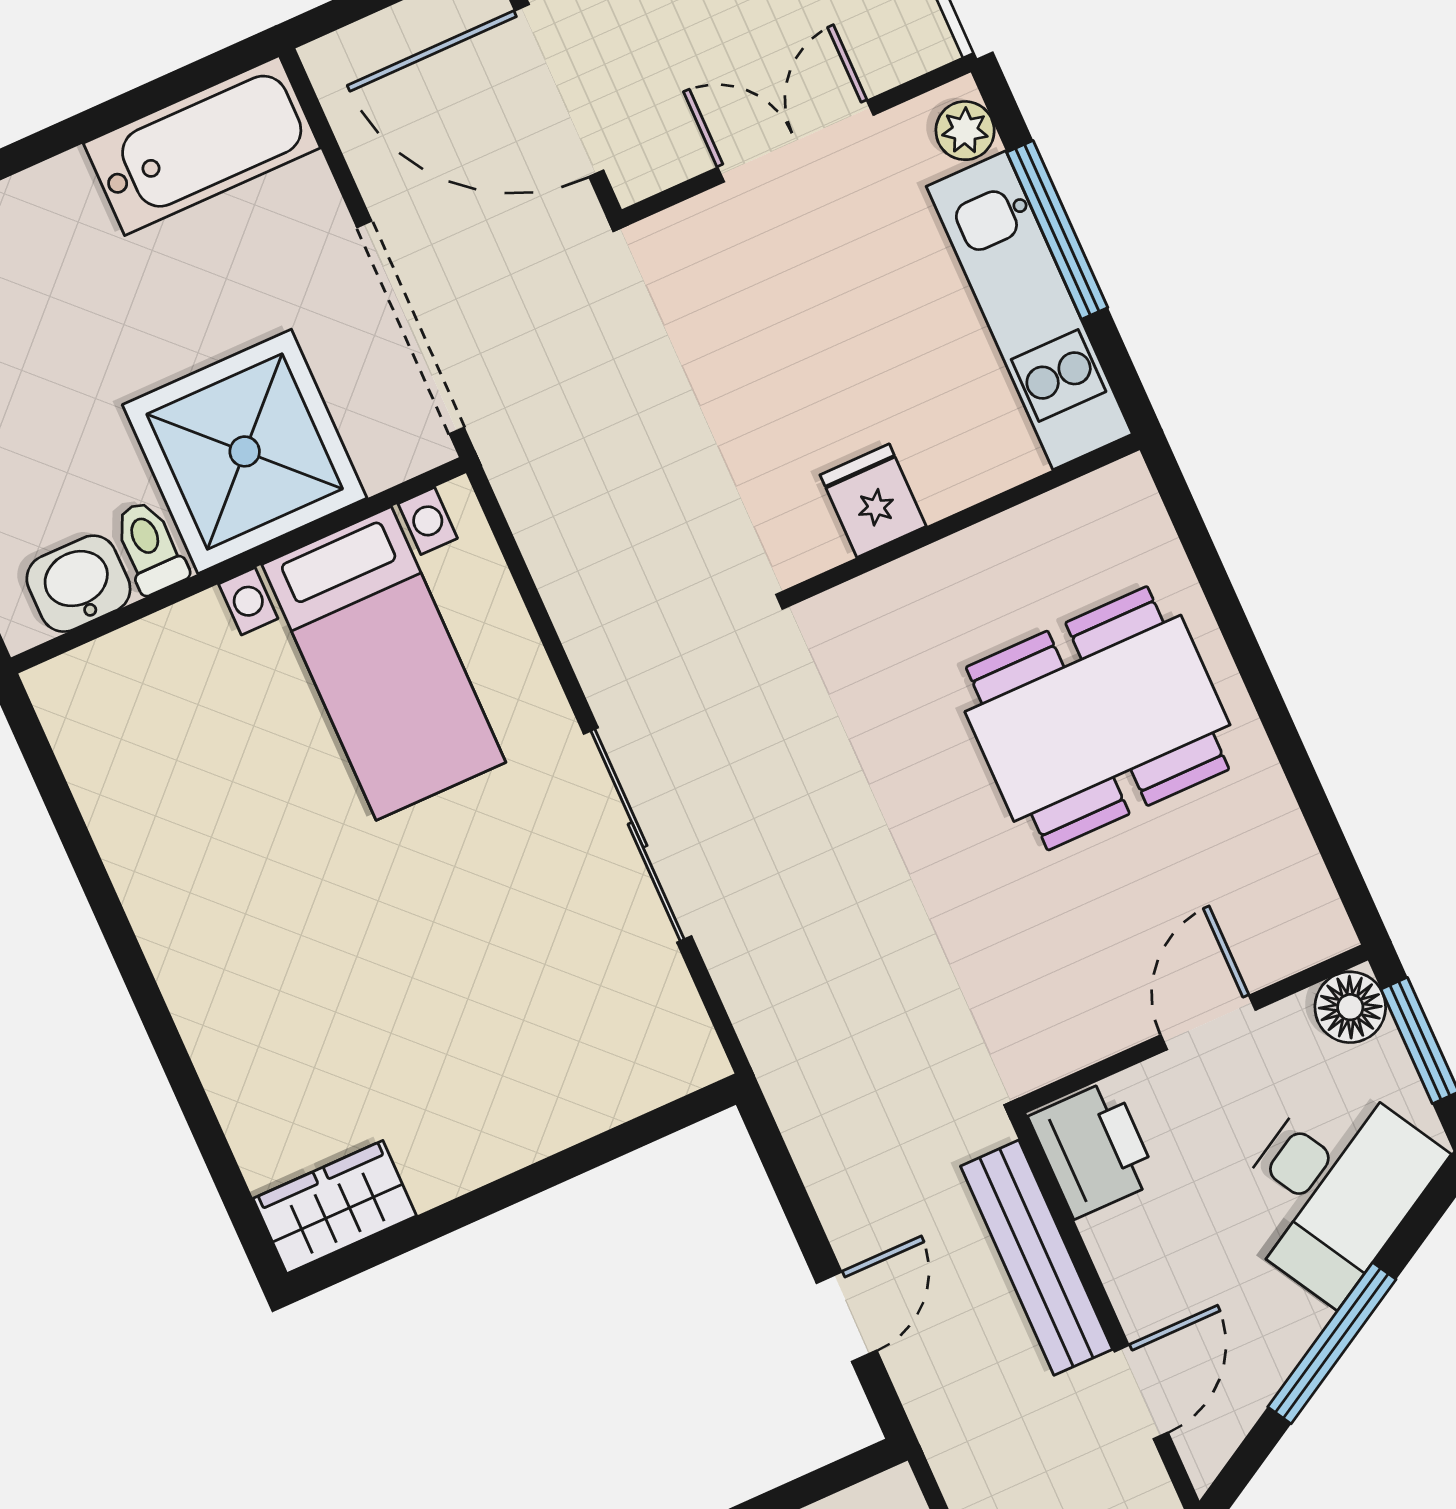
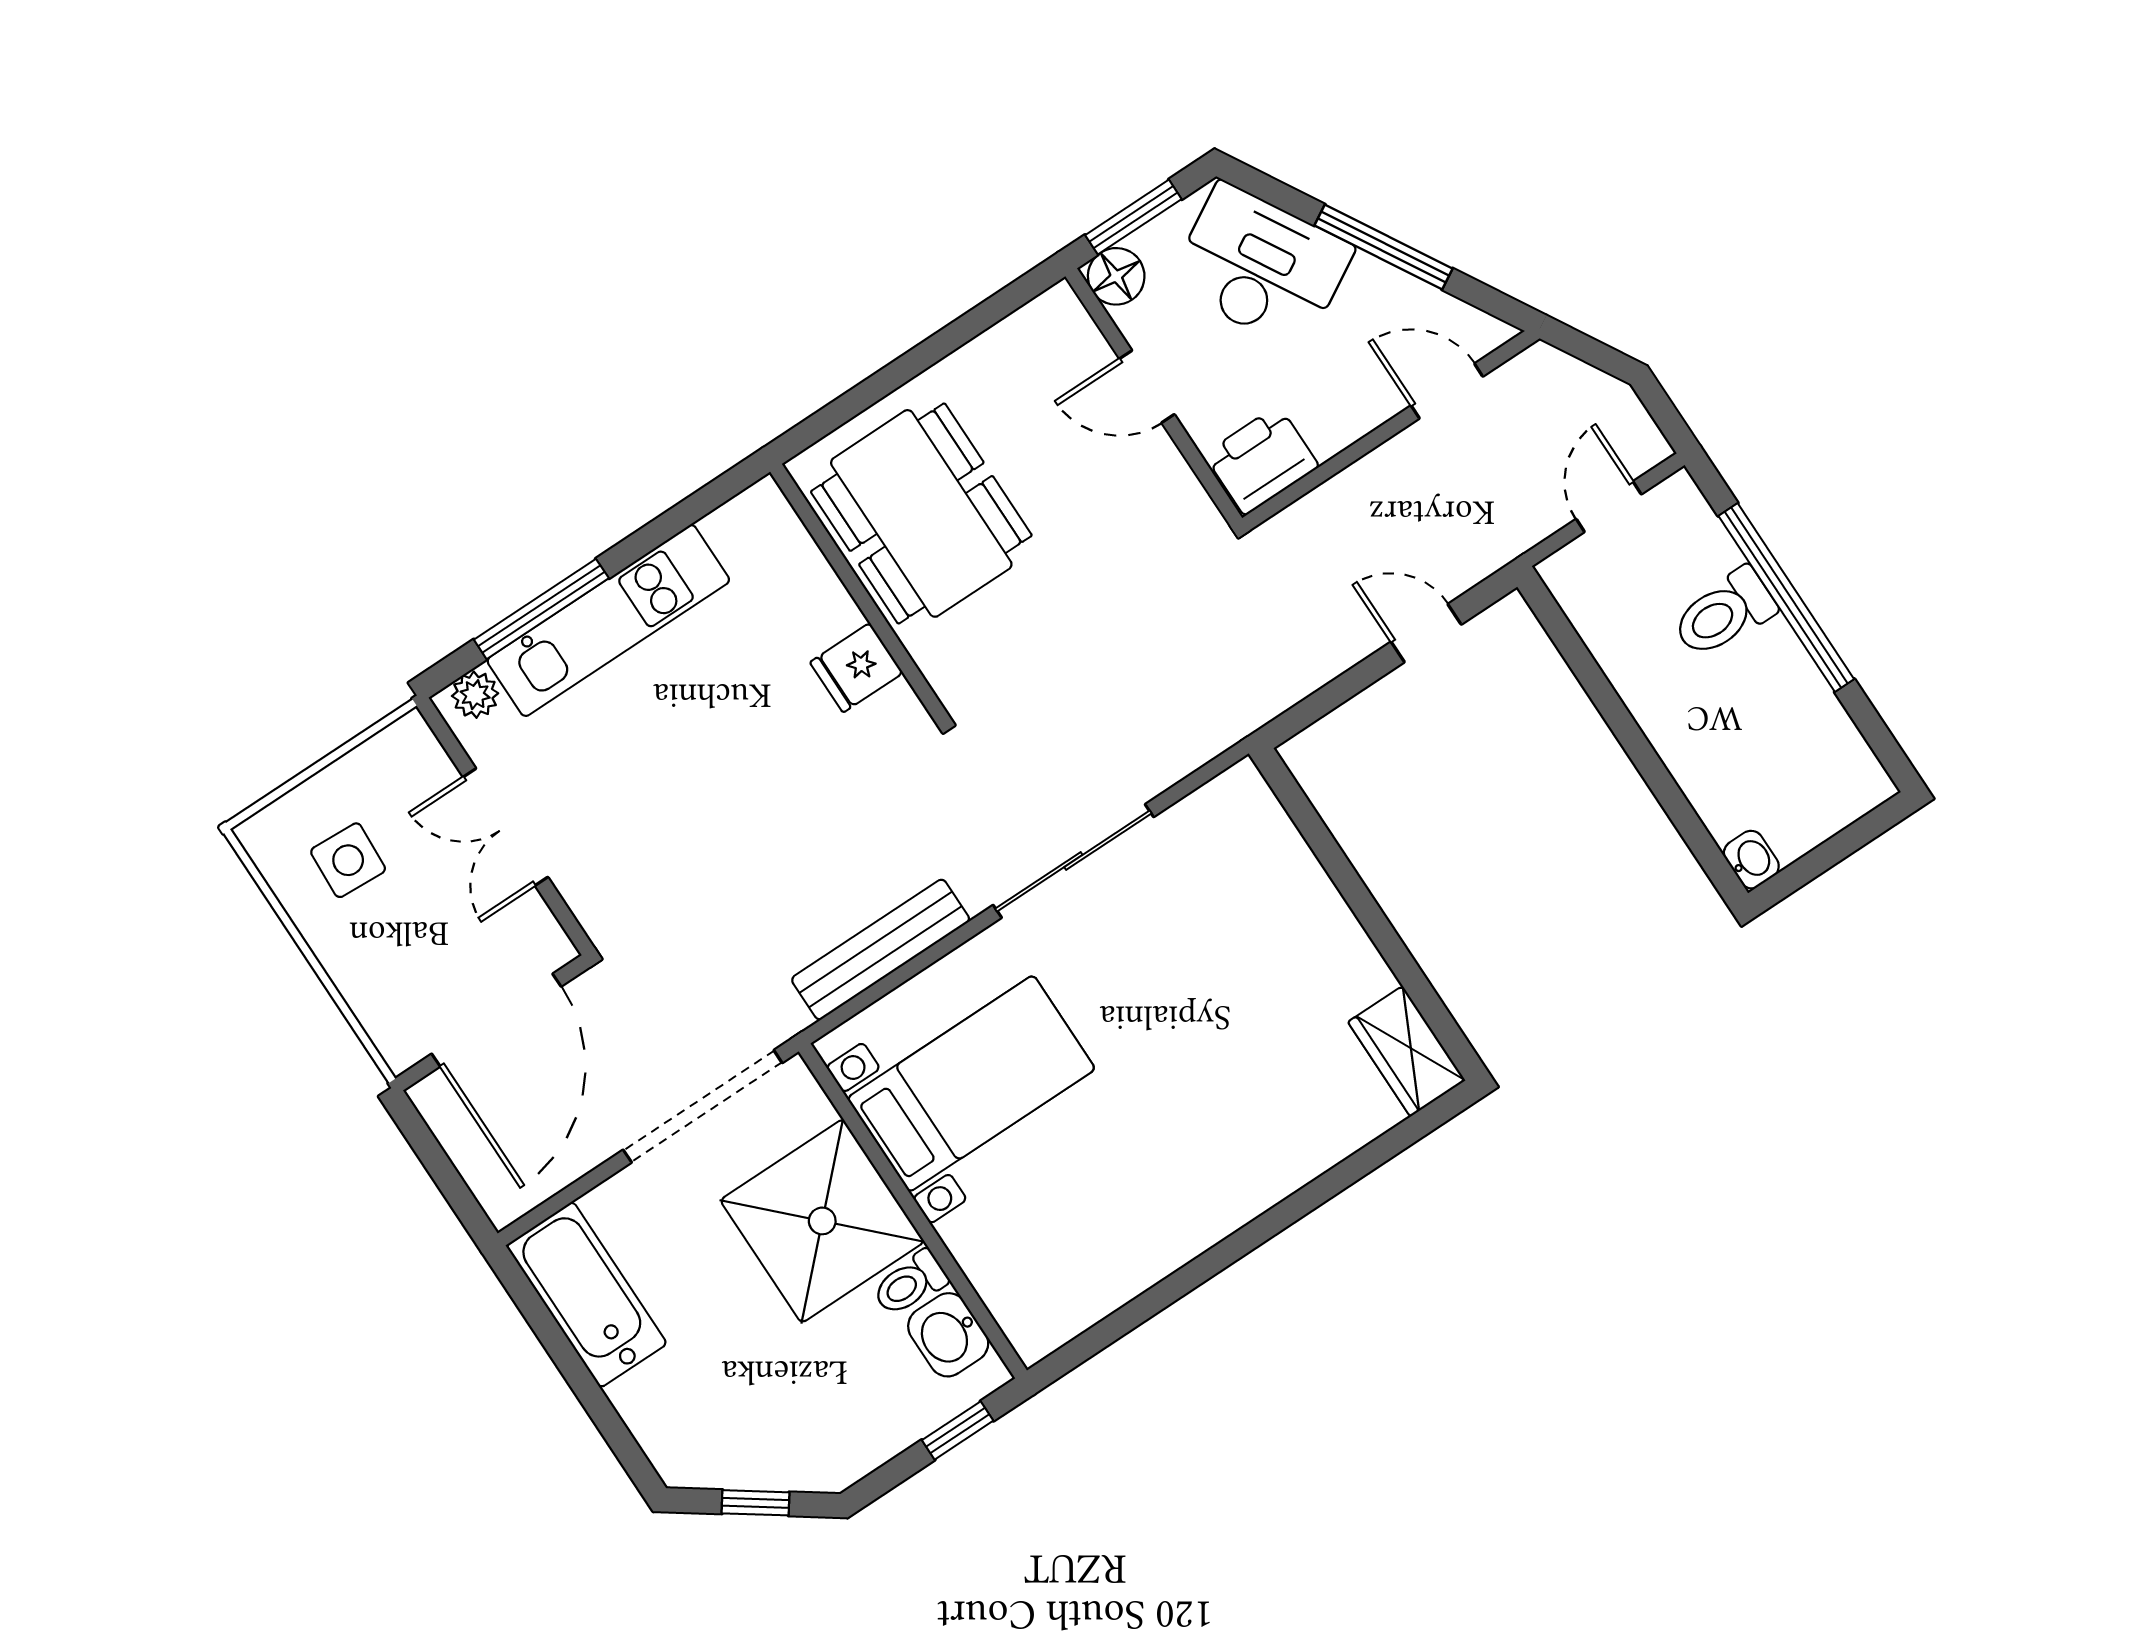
fridge: (873, 501) -> (856, 668), moved
wall: (965, 519) -> (859, 593), moved
bench: (1036, 1258) -> (881, 950), moved

